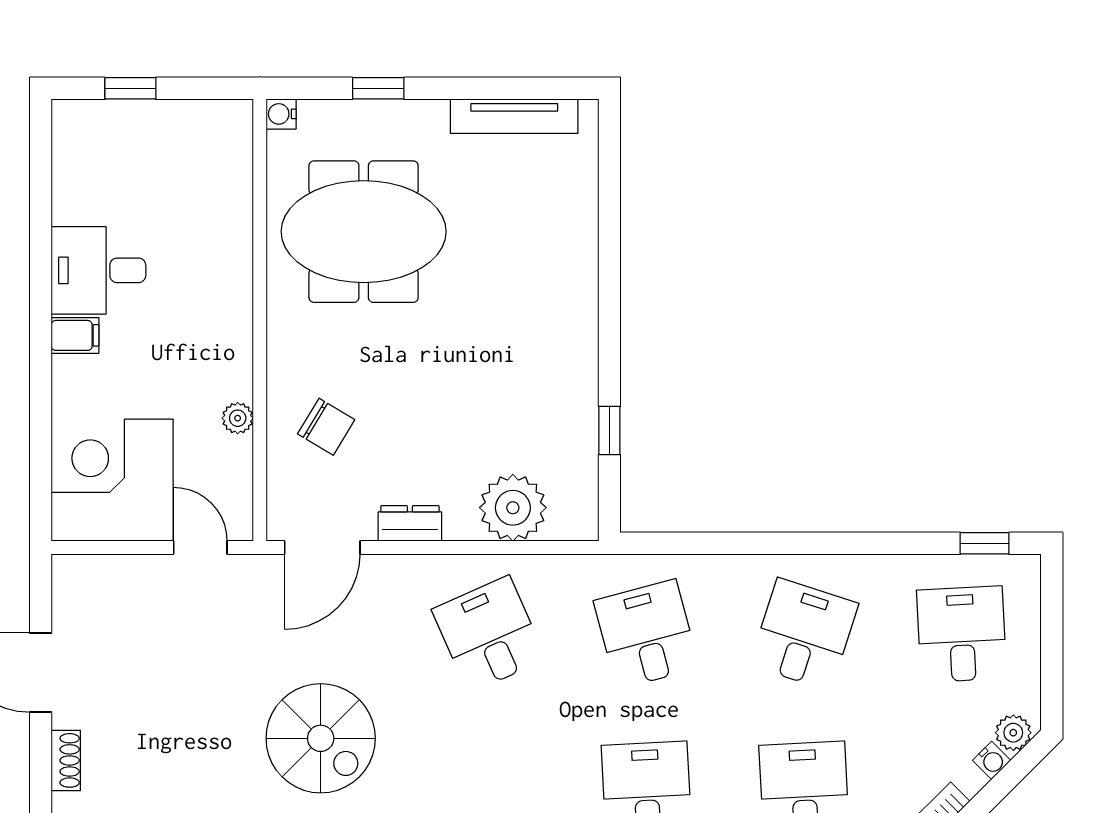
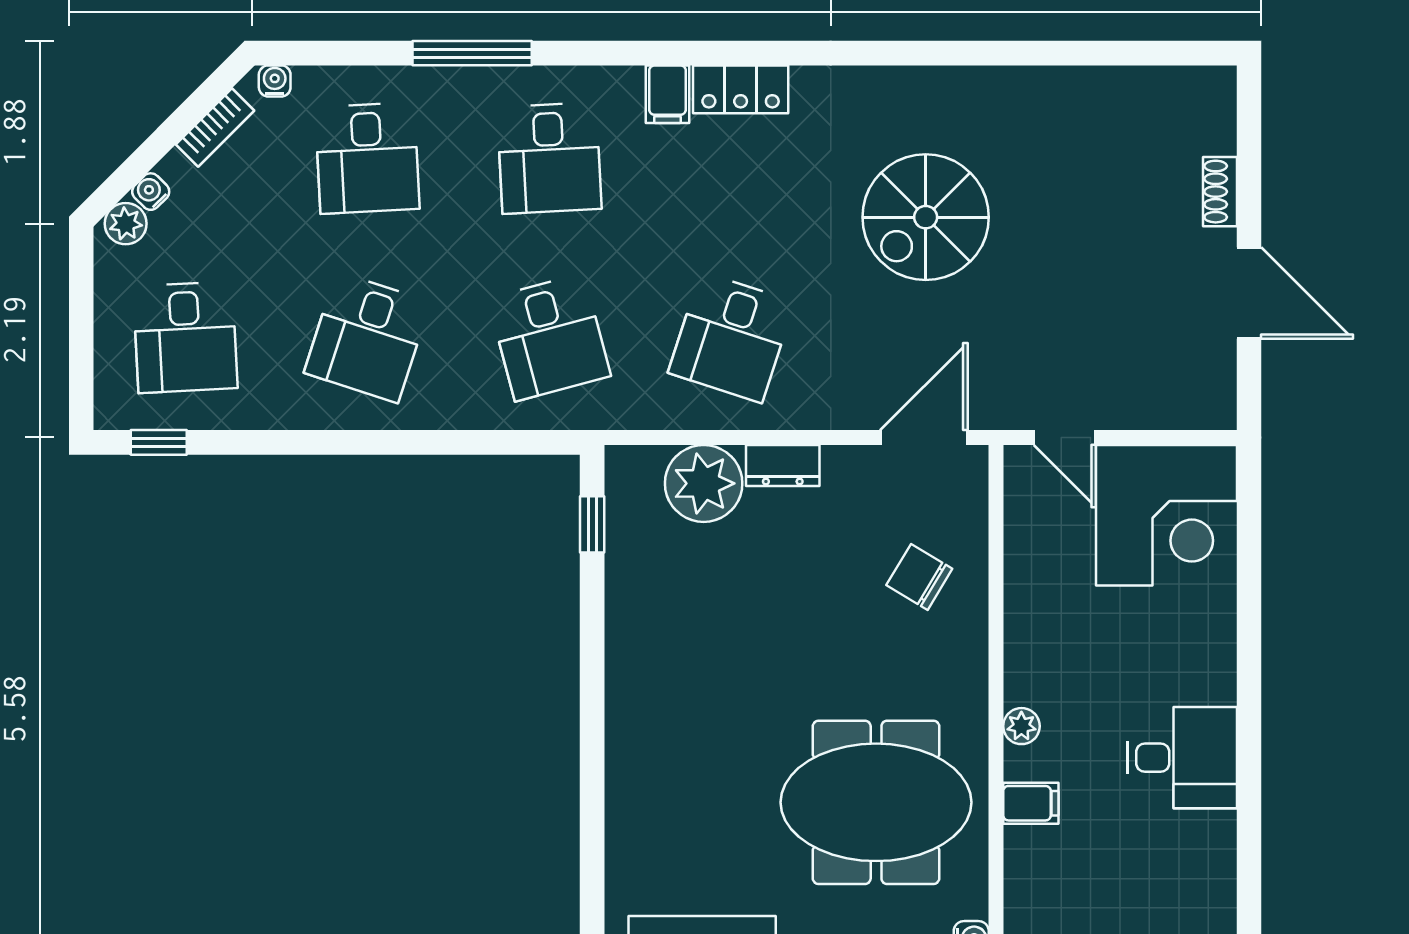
filing cabinet: (75, 335) -> (1031, 803), moved, turned 180
plant: (238, 418) -> (1021, 726), moved
window: (609, 430) -> (592, 524), moved
dresser: (410, 523) -> (783, 465), moved
desk: (489, 634) -> (731, 337), turned 42
spiral stairs: (321, 738) -> (926, 217), turned -90

